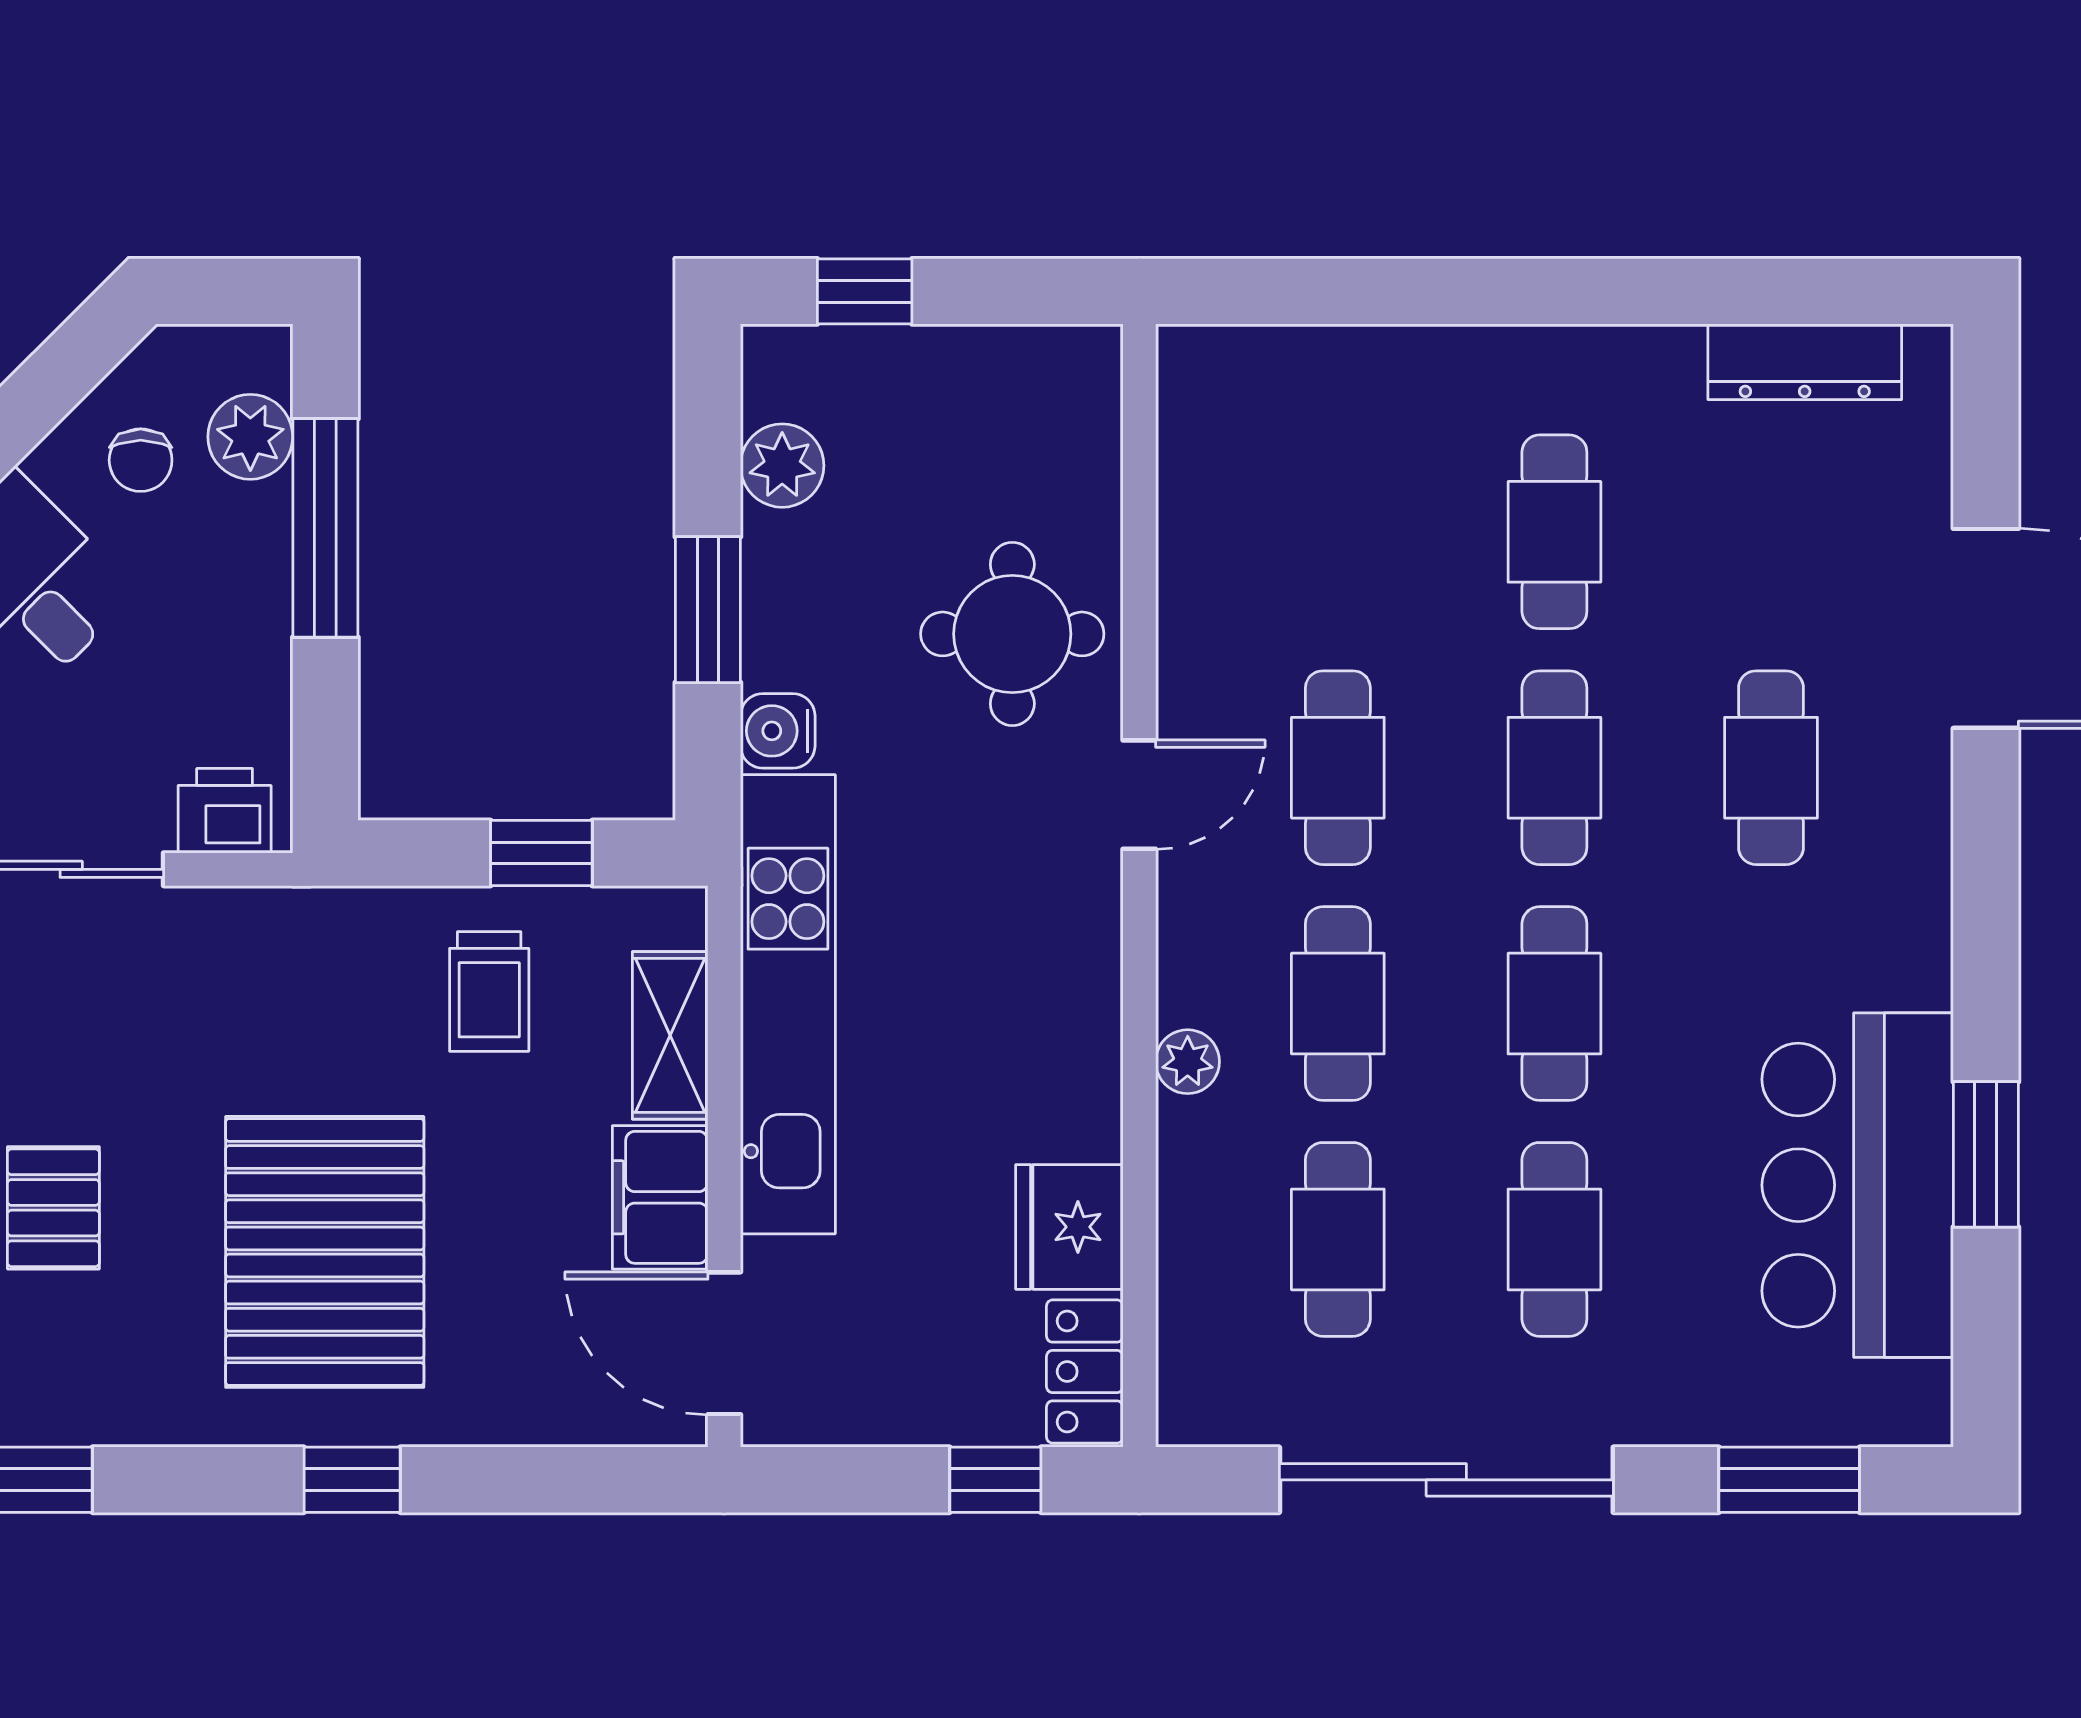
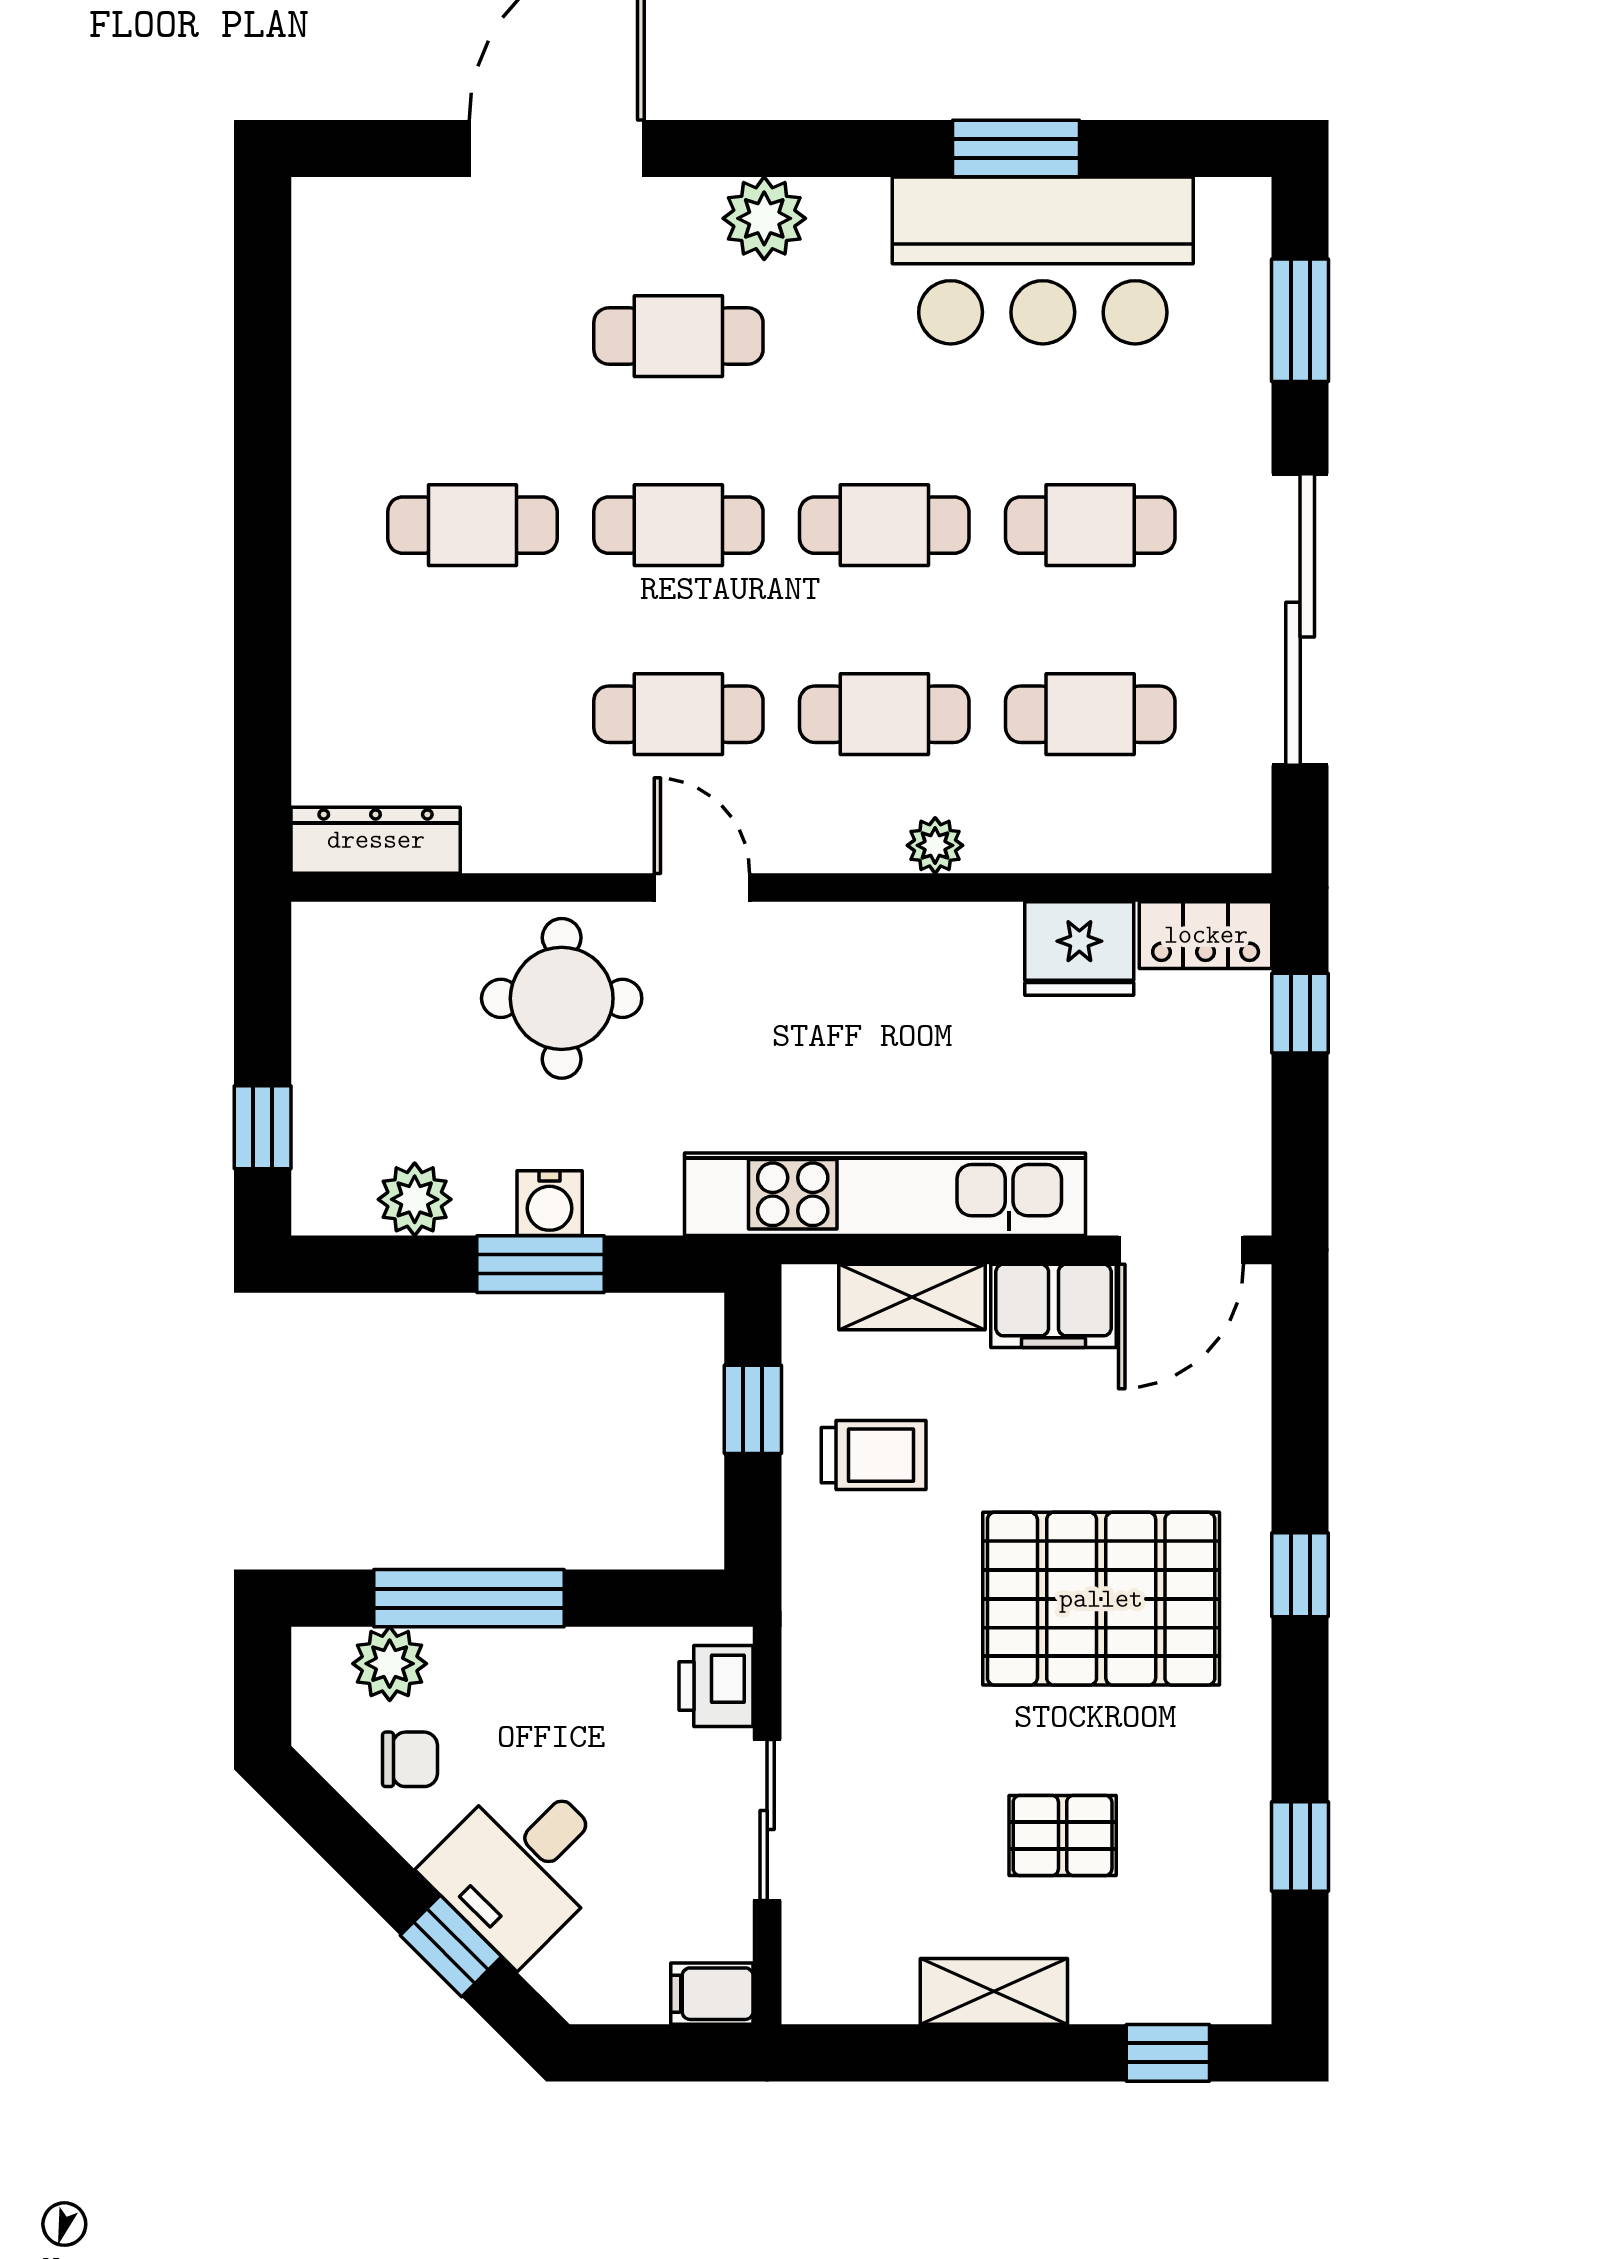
dresser: (1805, 362) -> (376, 840), moved, turned -90
water cooler: (778, 731) -> (550, 1203), moved
plant: (1906, 866) -> (764, 218), added

